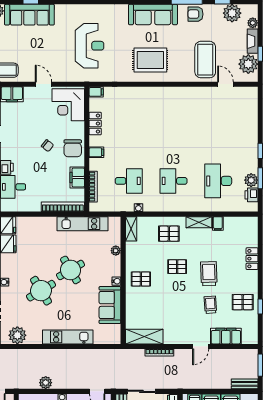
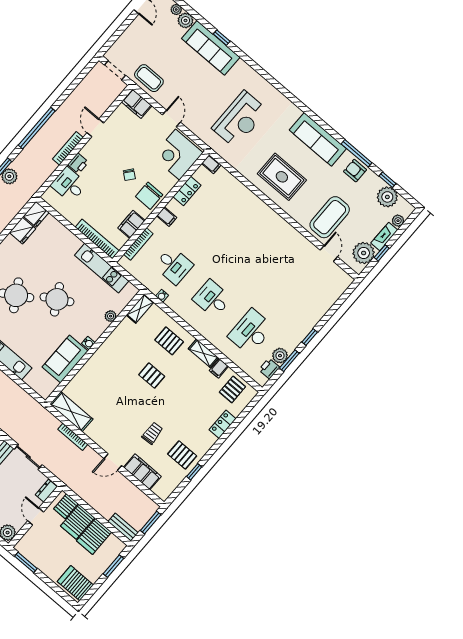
trolley: (209, 274) -> (174, 405), removed
pallet: (141, 279) -> (232, 389), moved, turned 90

